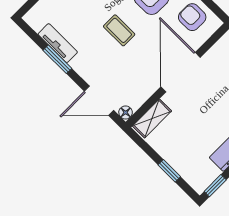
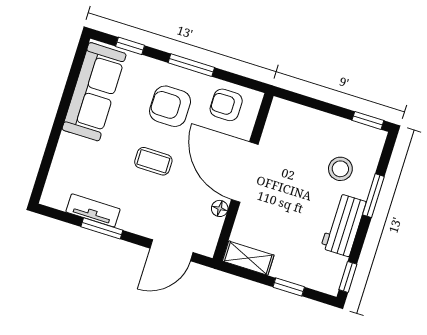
floor lamp: (126, 112) -> (220, 208), moved
shelving: (152, 118) -> (248, 258), moved, turned 90

